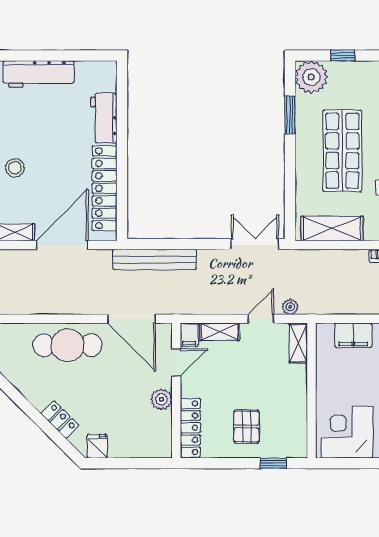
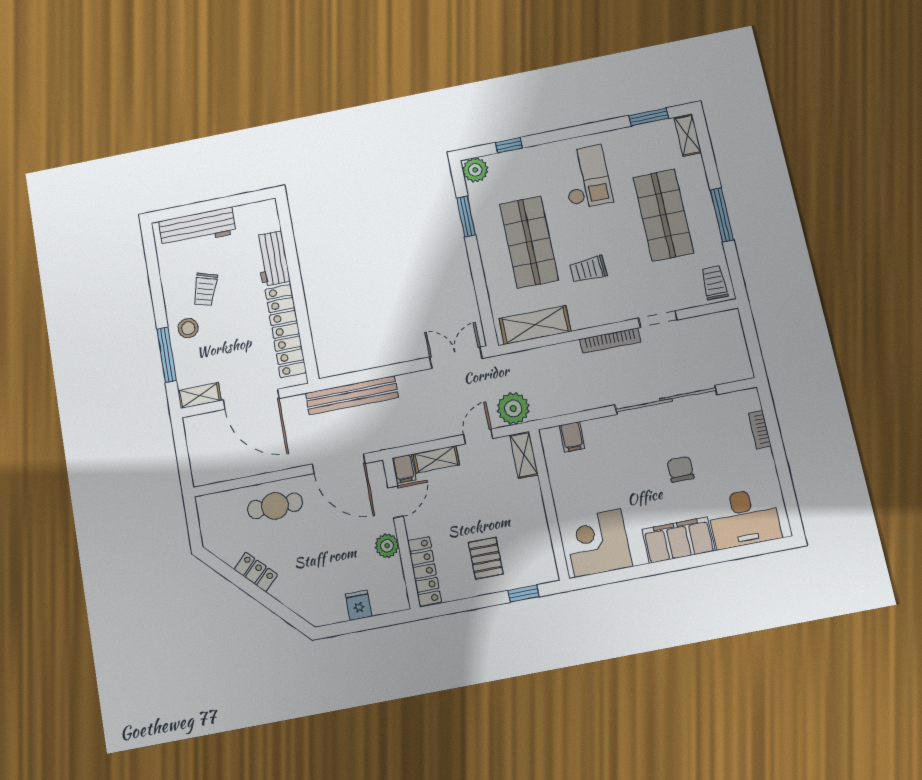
plant: (311, 77) -> (475, 170), width x0.73, depth x0.73
trolley: (37, 135) -> (205, 289), added
door: (62, 245) -> (251, 399), swing flipped
plant: (290, 307) -> (513, 408), width x1.88, depth x1.88
filing cabinet: (353, 335) -> (572, 437), width x0.50
cafe table: (67, 345) -> (275, 506), width x0.73, depth x0.74
locker: (60, 420) -> (256, 572), moved
fridge: (97, 446) -> (359, 605), moved

